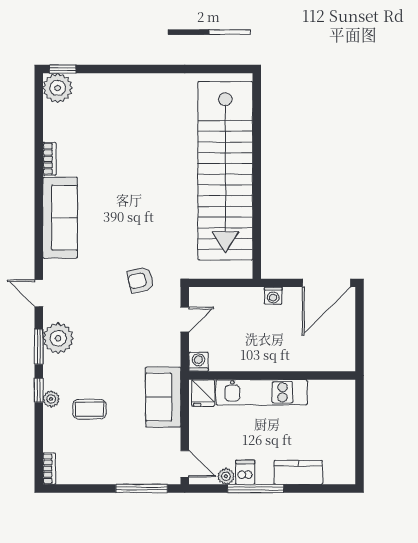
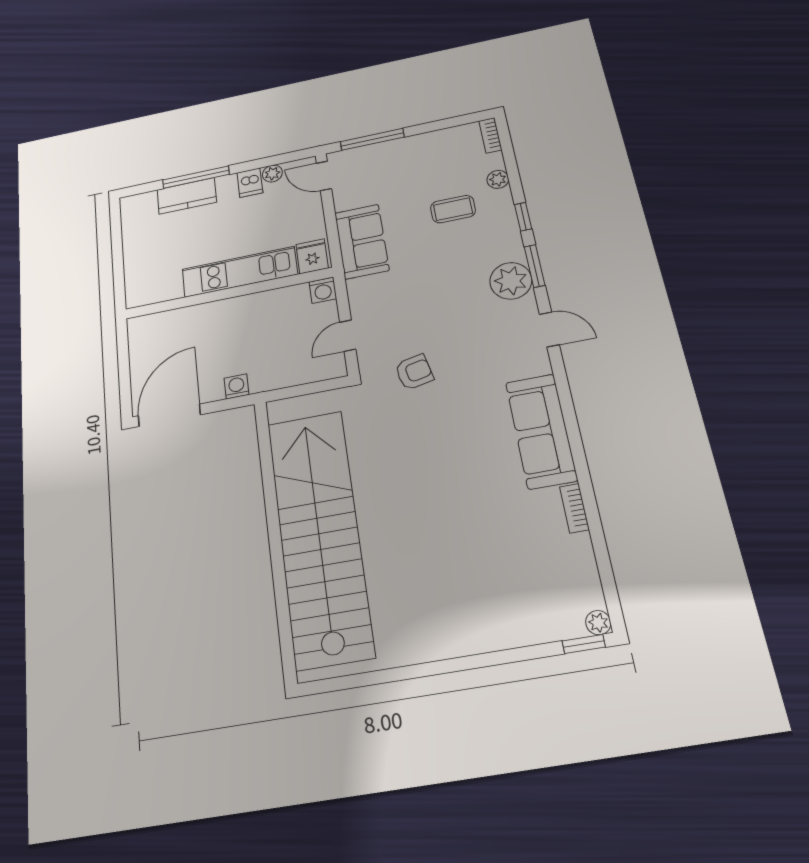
plant: (58, 88) -> (598, 623), width x0.53, depth x0.53
plant: (51, 399) -> (498, 179), moved
window: (256, 489) -> (196, 177), moved

